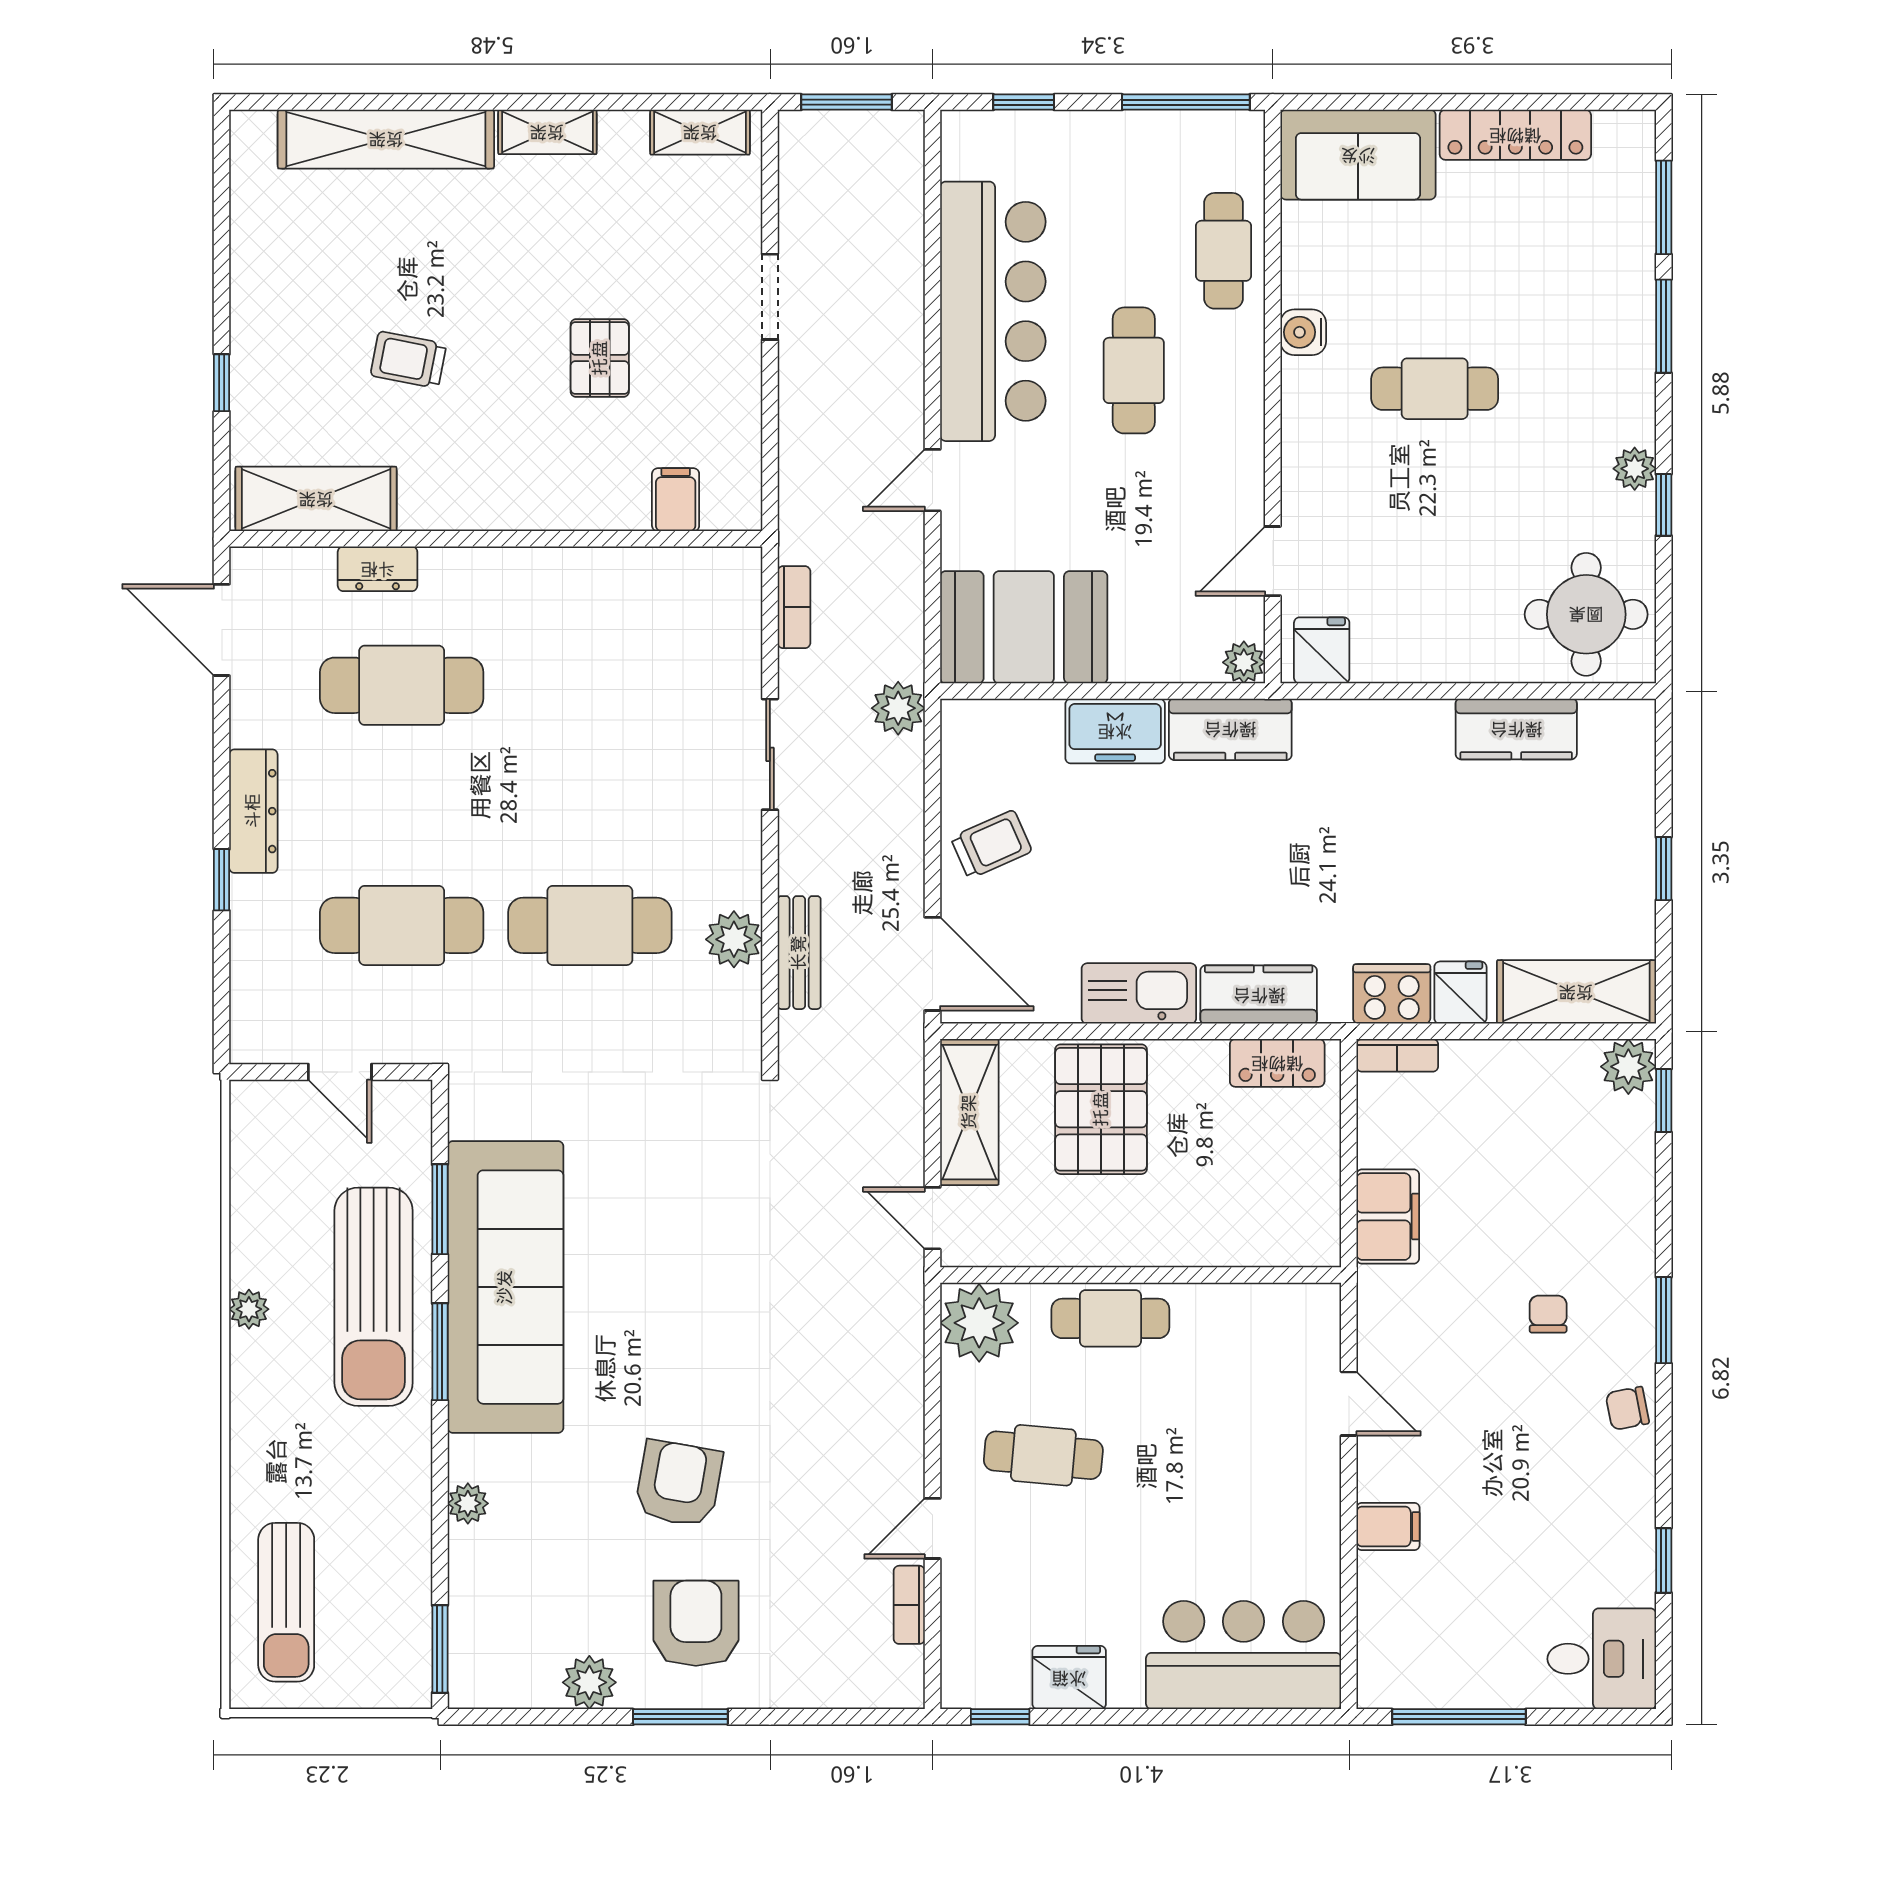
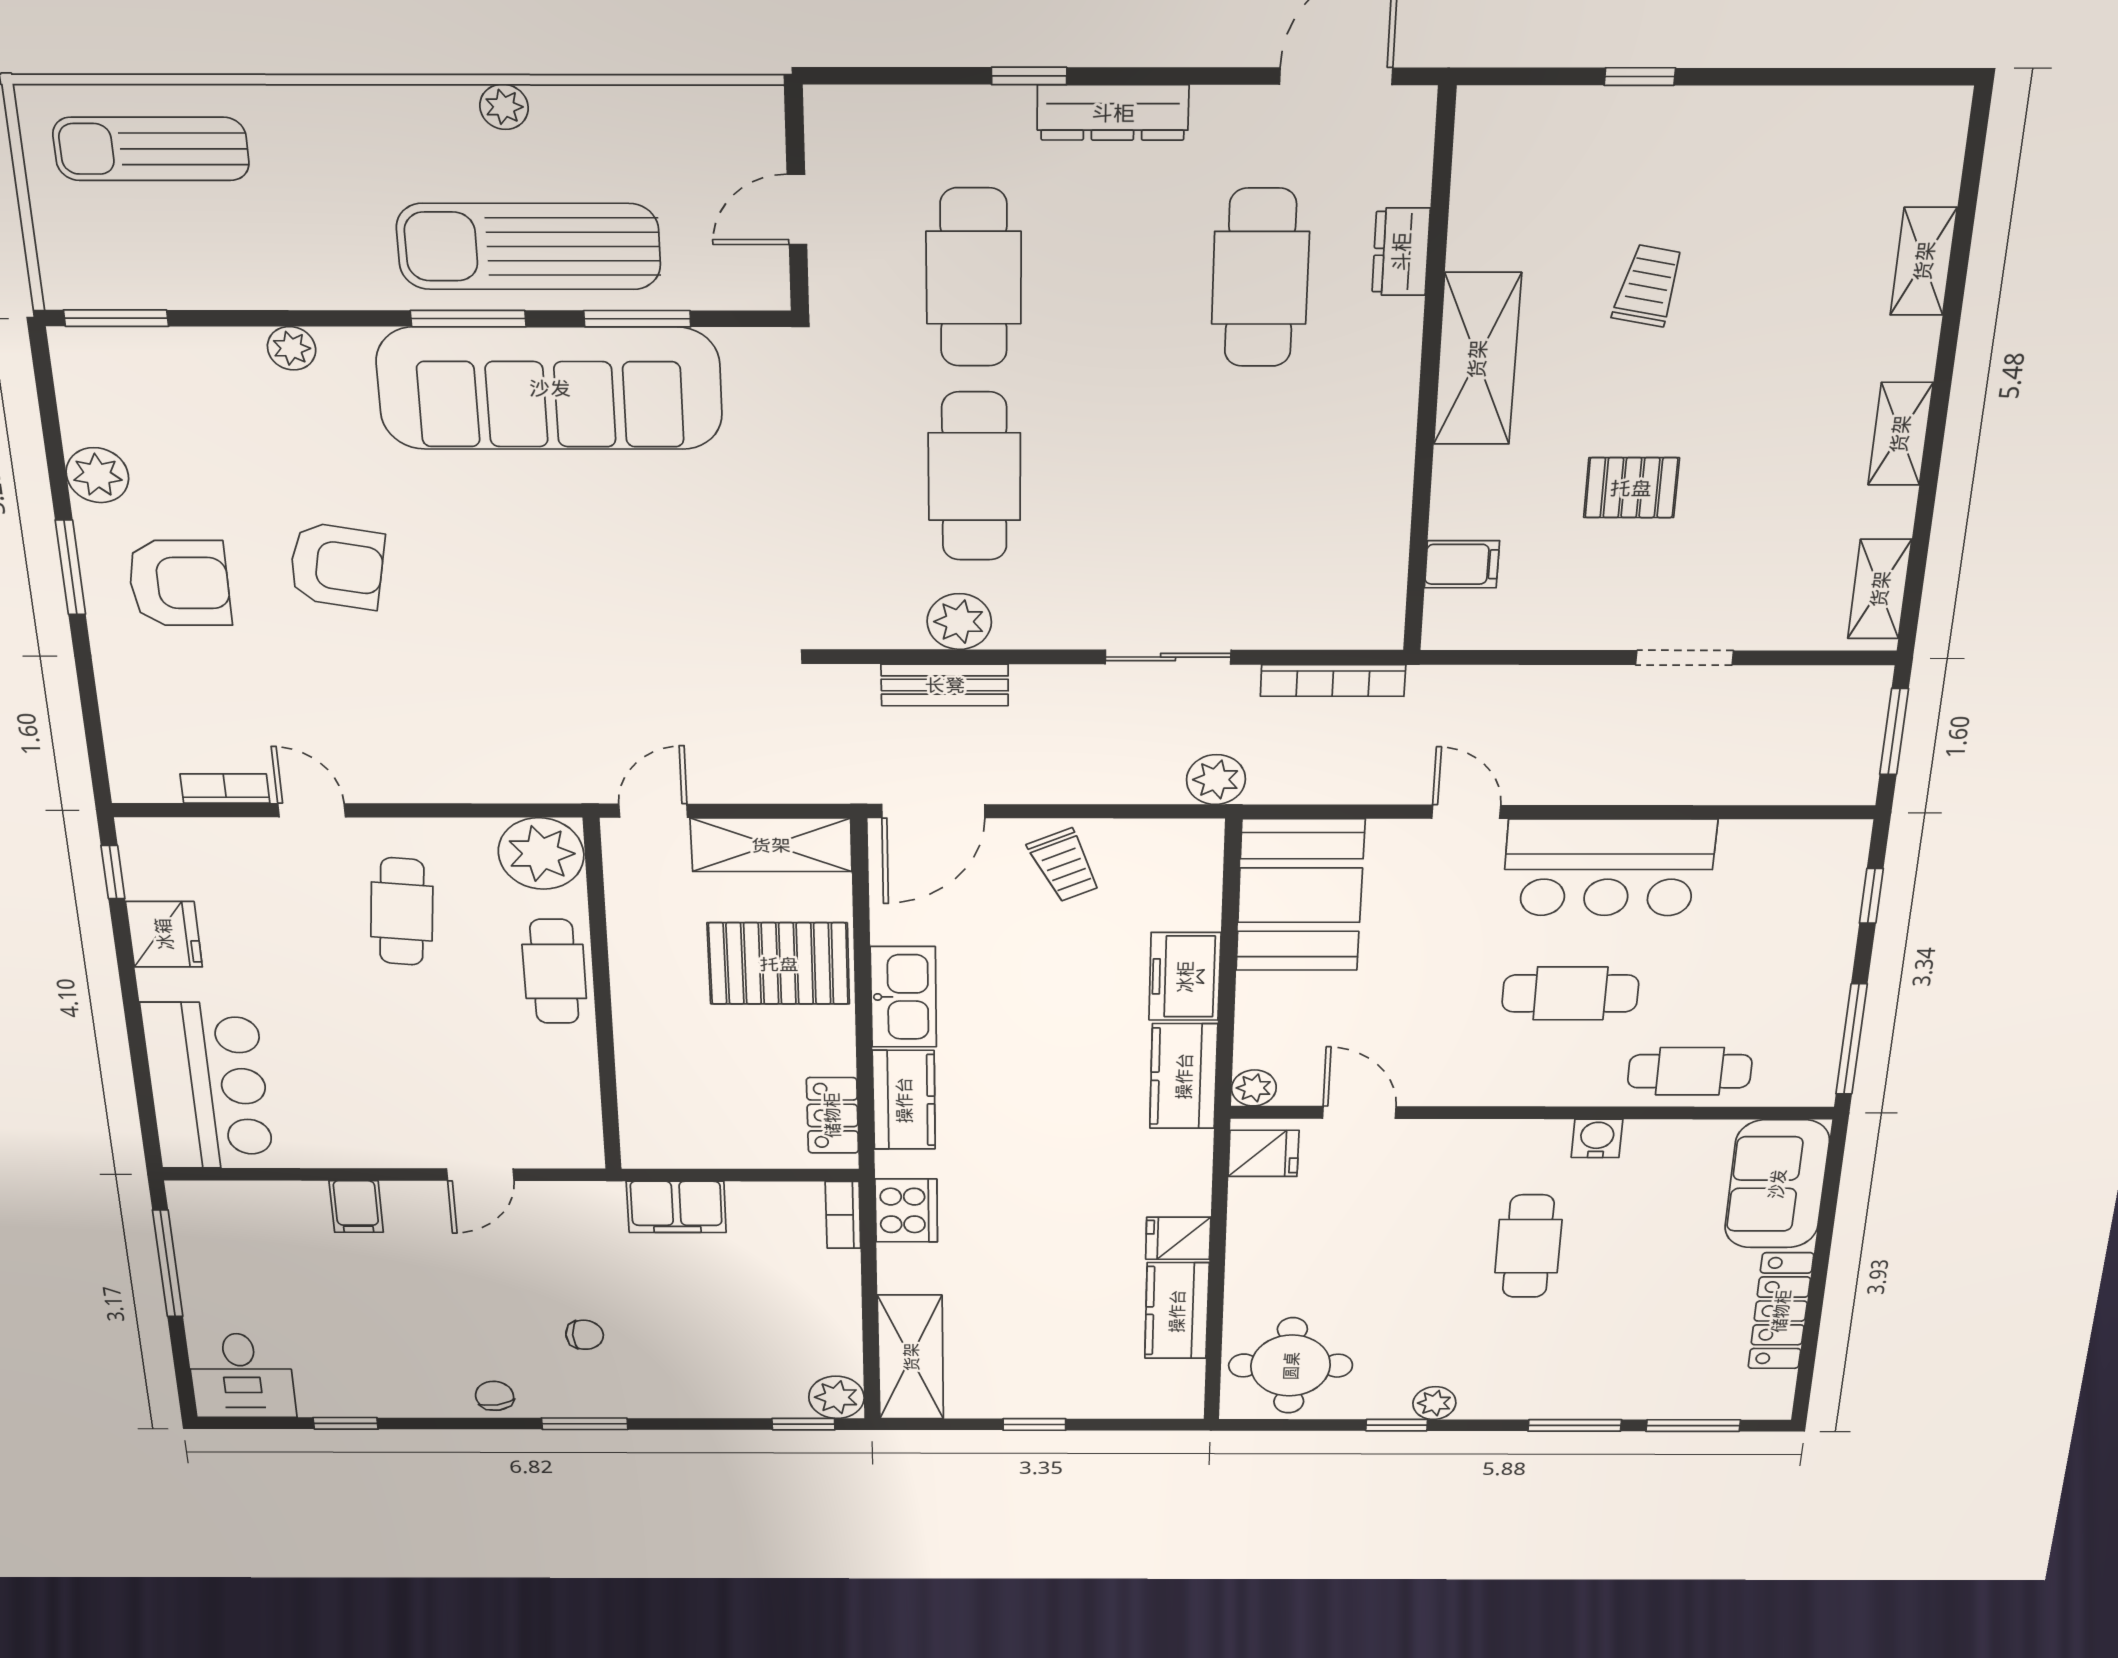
shelving: (386, 139) -> (1924, 261), width x0.45, depth x0.75
bar counter: (993, 311) -> (1609, 868), width x0.73
shelving: (316, 499) -> (1477, 359), moved
bookcase: (794, 607) -> (1333, 681), width x1.56
fridge: (1460, 993) -> (1178, 1238), moved, turned 180

